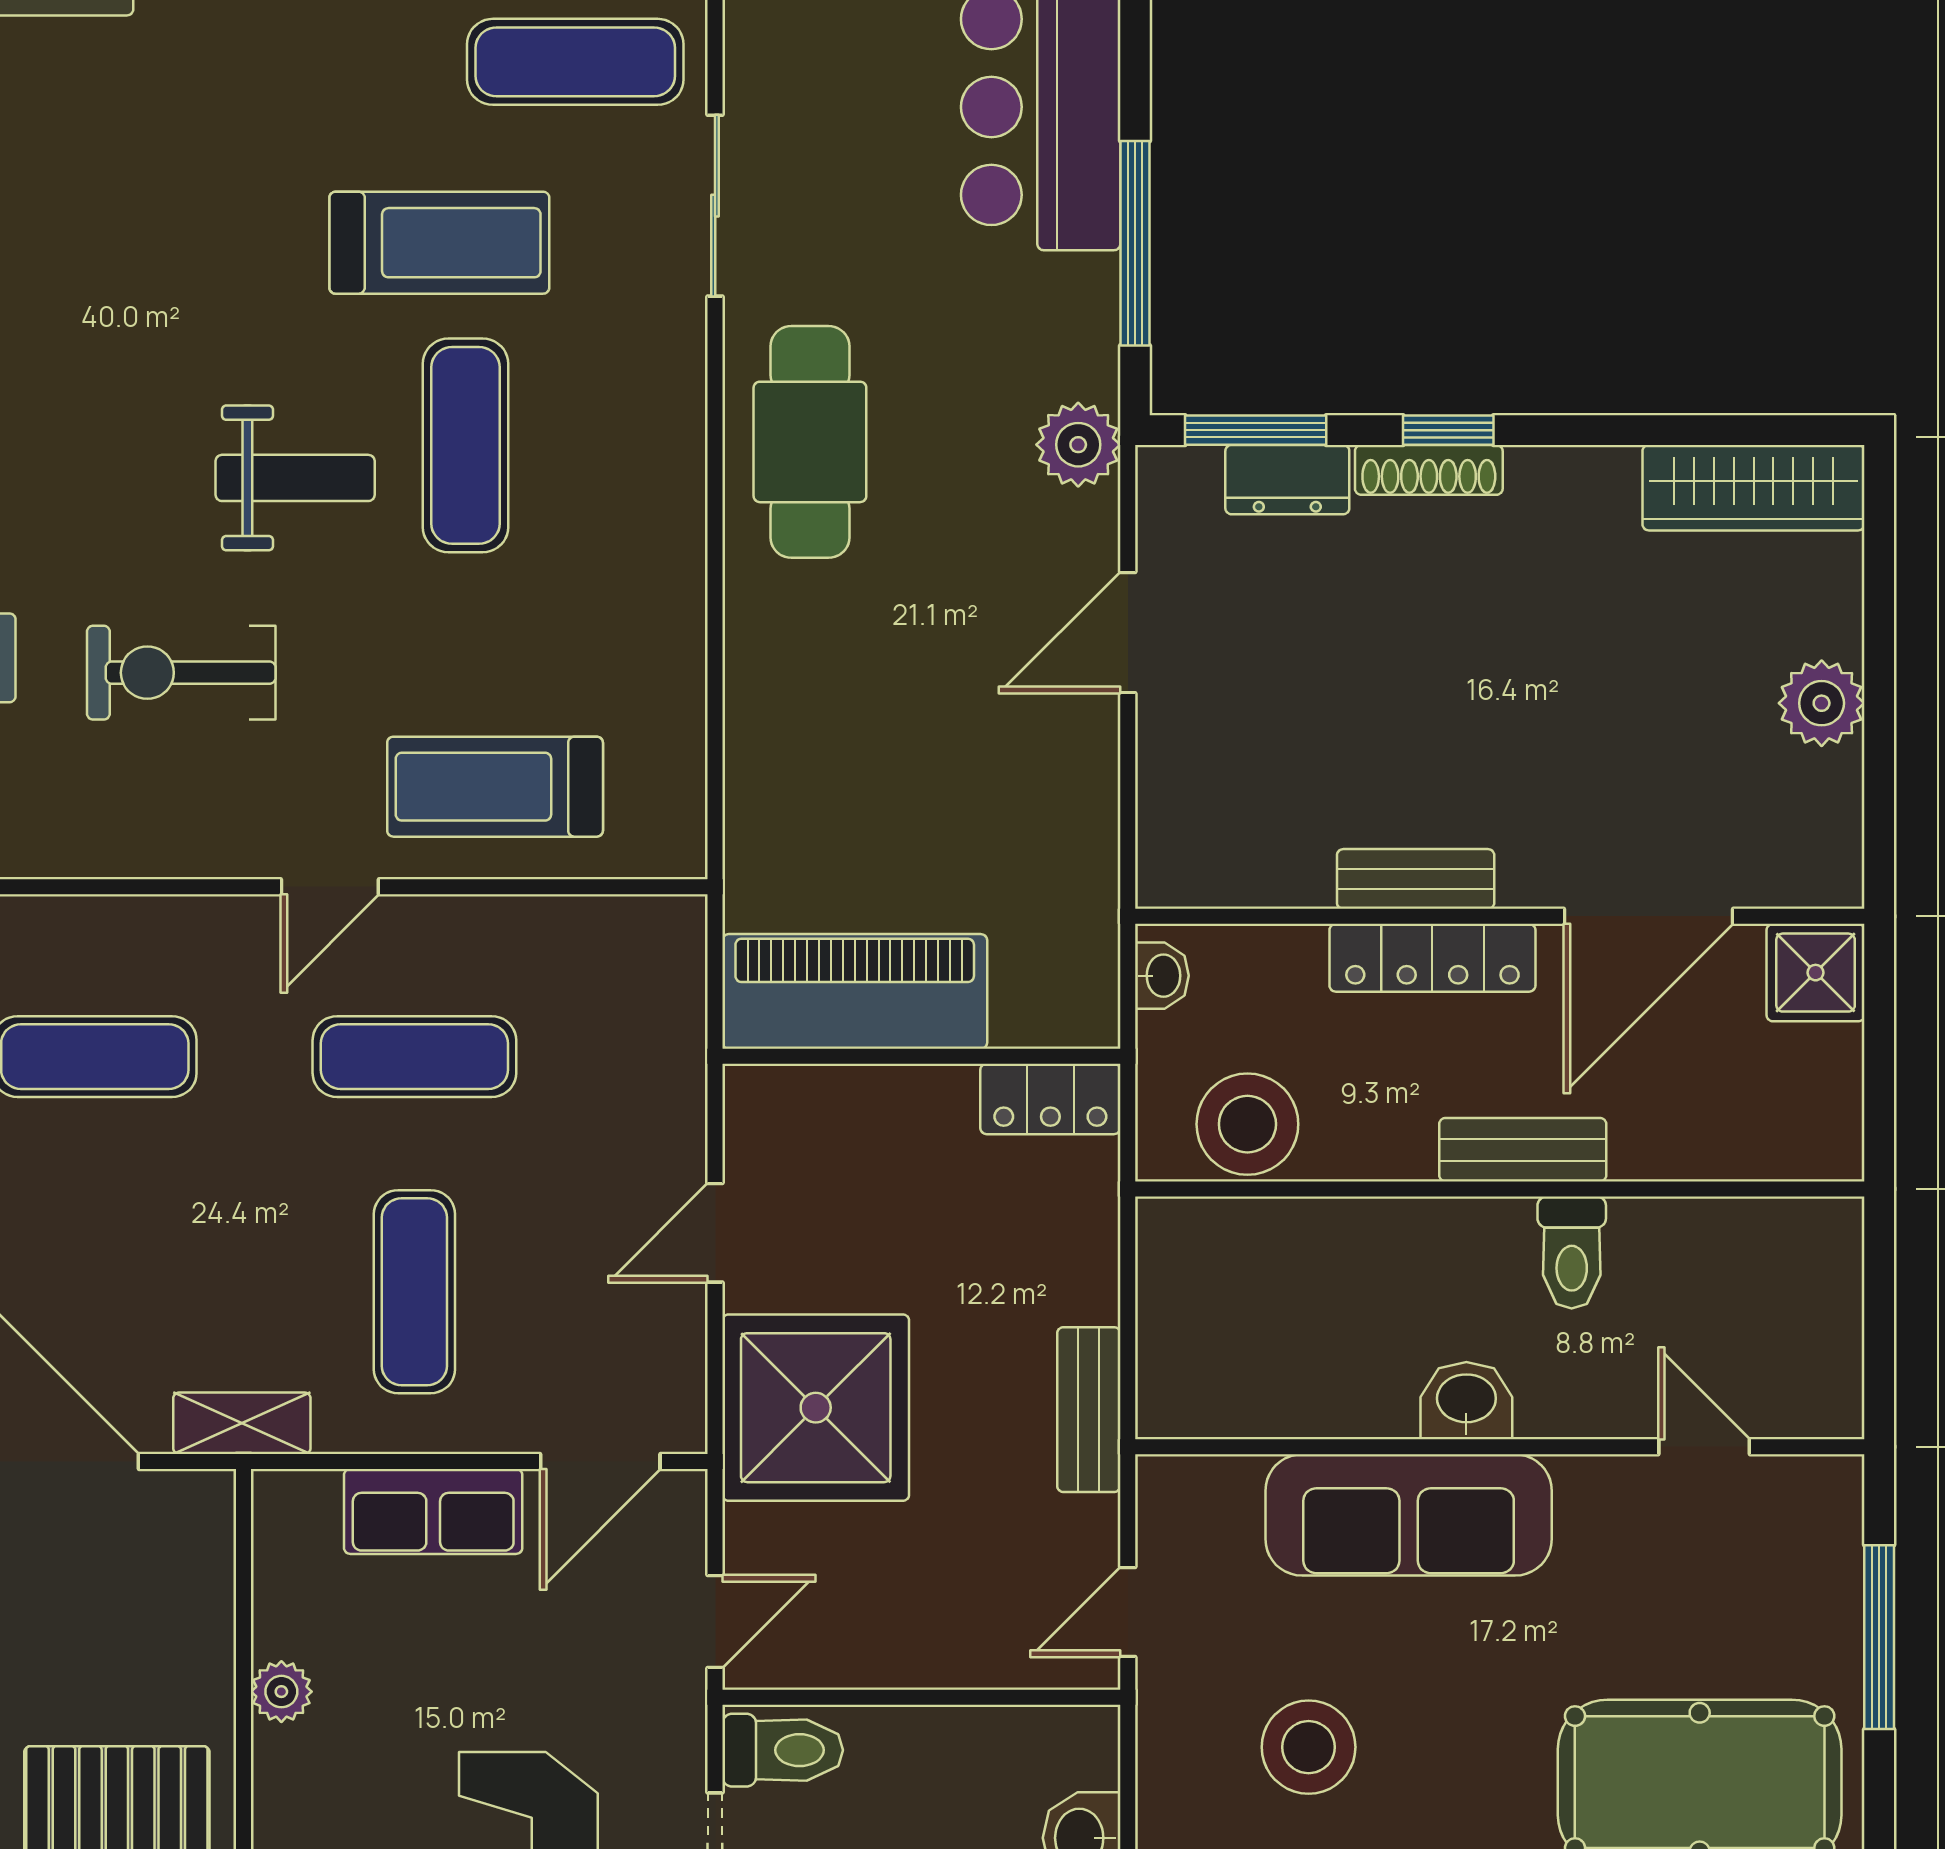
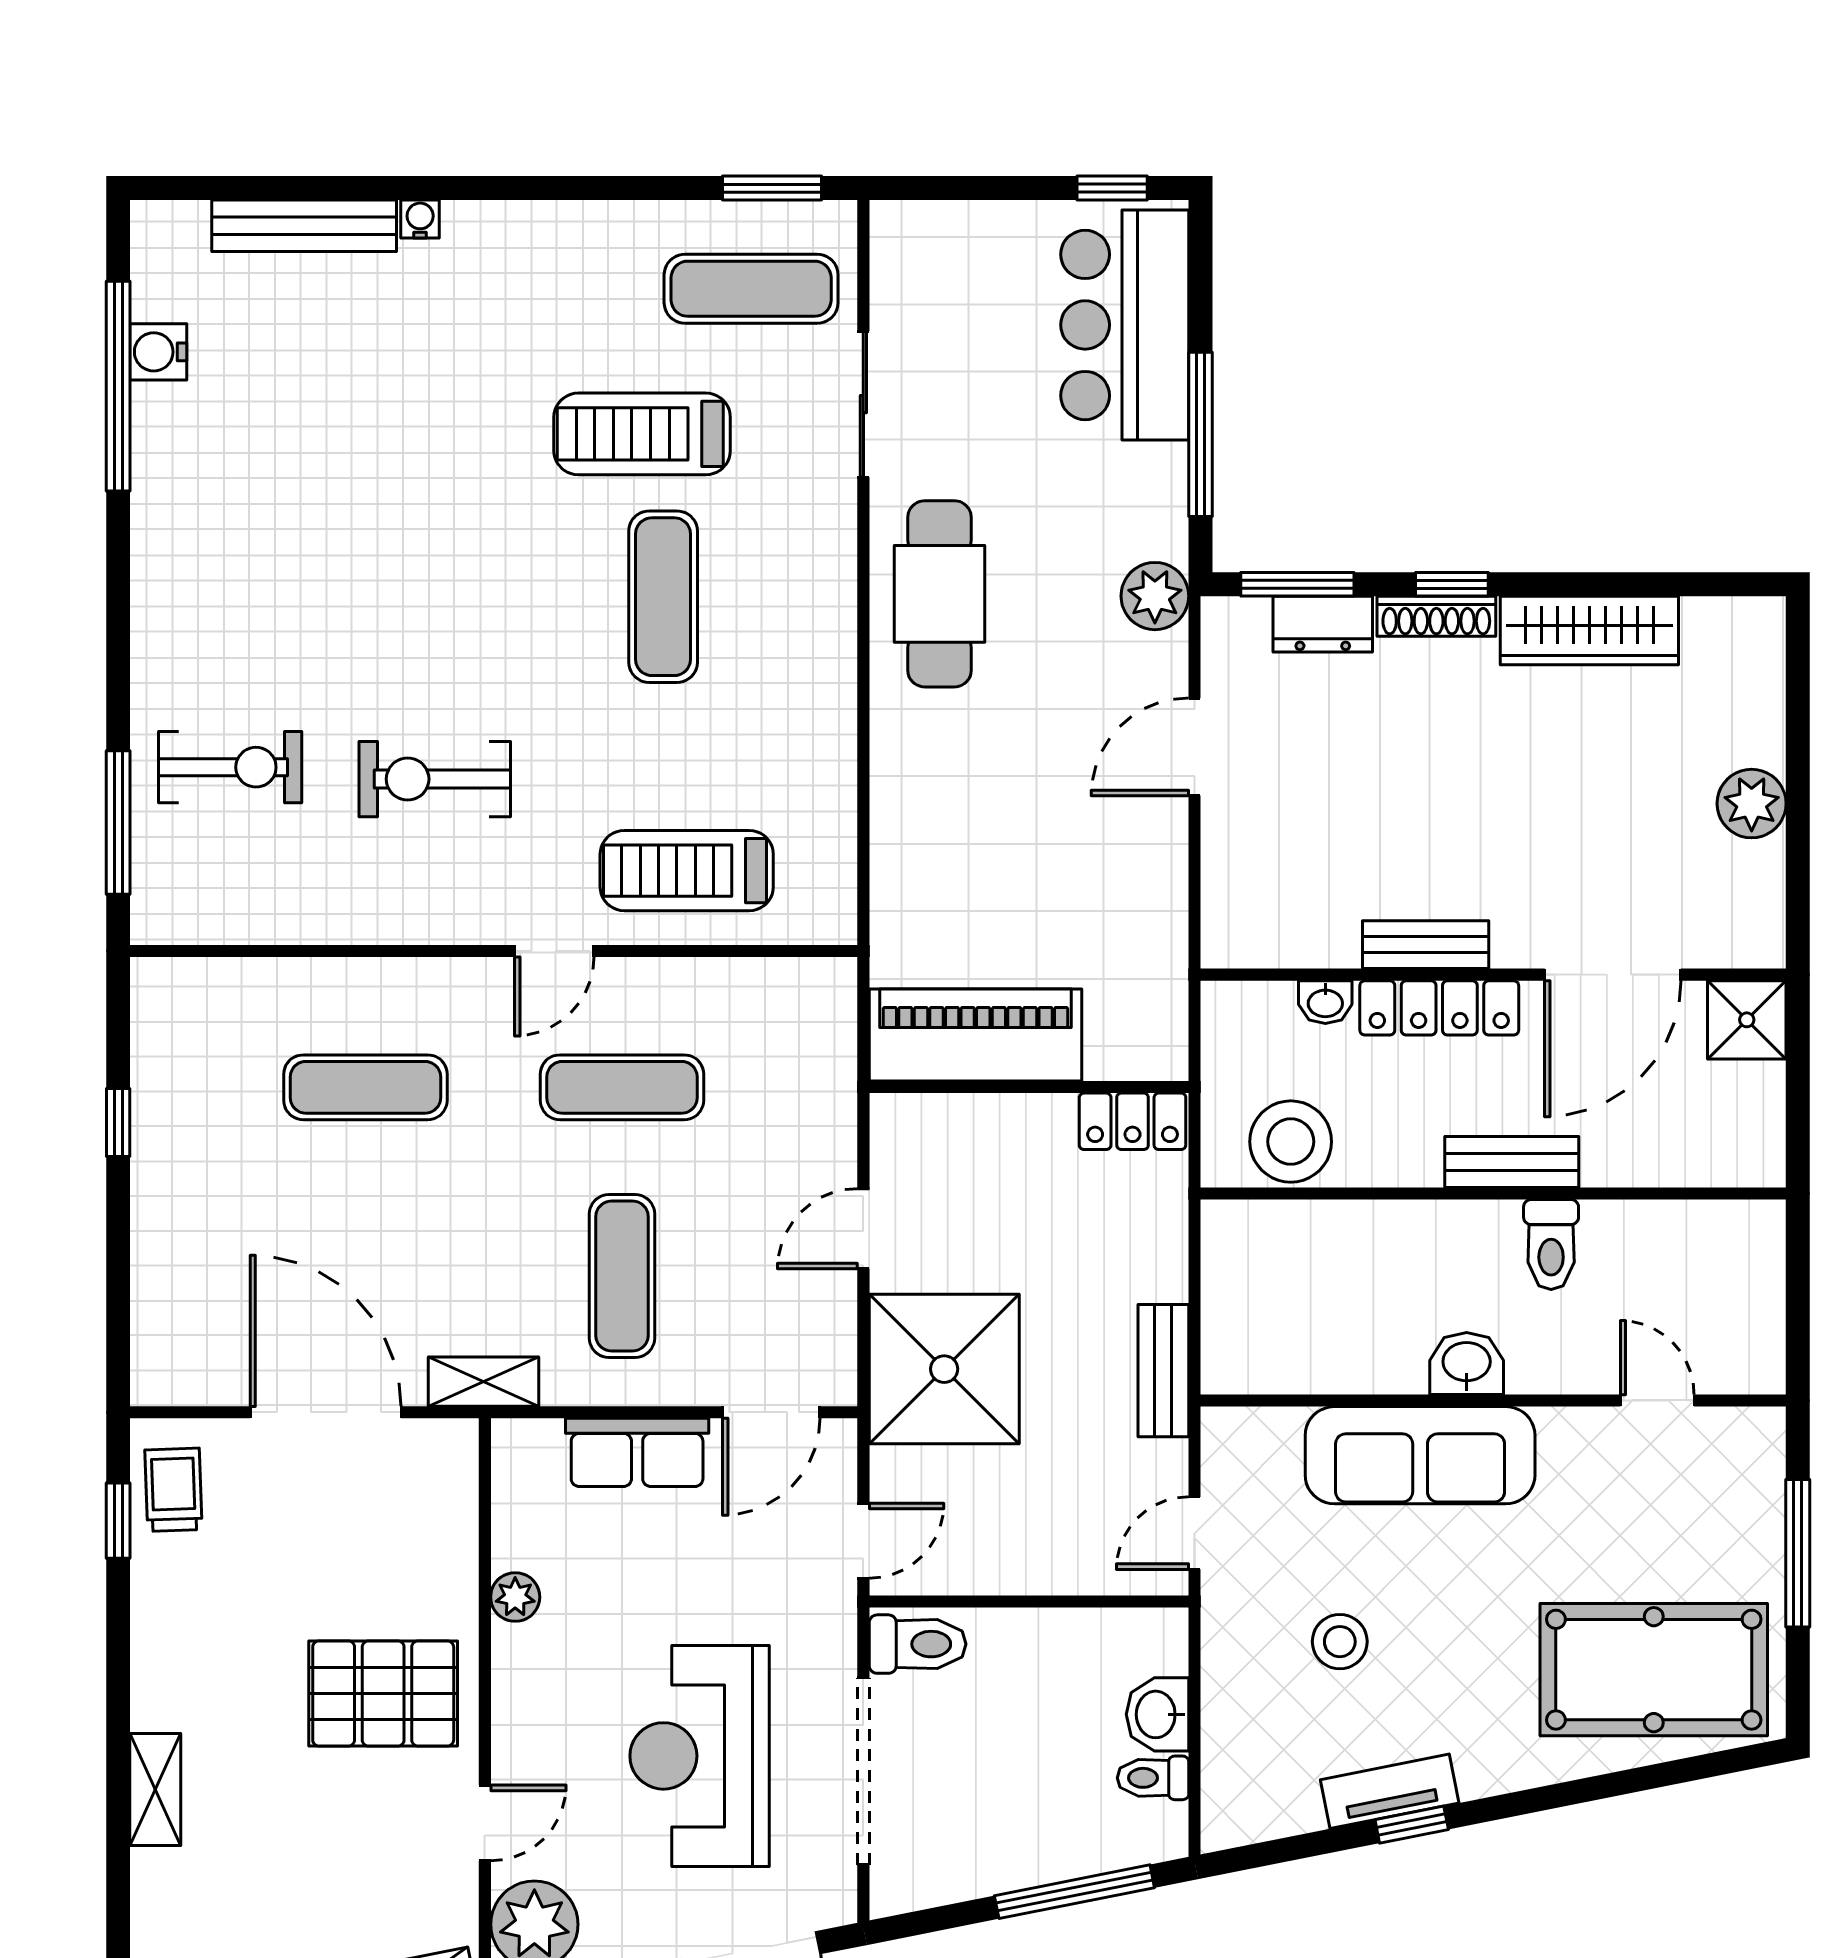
treadmill: (439, 243) -> (642, 434), turned 180
weight bench: (295, 478) -> (526, 623), removed
wardrobe: (1754, 488) -> (1589, 631), moved
washbasin: (1162, 976) -> (1325, 1002), moved, turned 90
stool: (1309, 1747) -> (1340, 1642), width x0.73, depth x0.73

